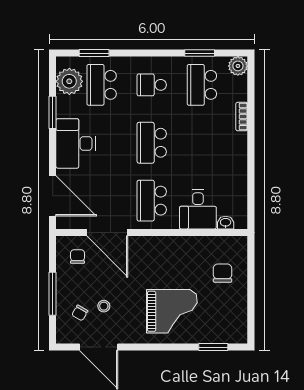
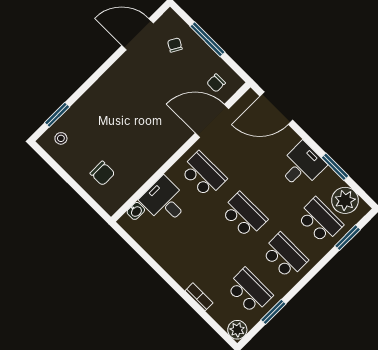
school desk: (152, 85) -> (285, 256), width x1.85
desk: (75, 143) -> (302, 166), width x0.73
chair: (78, 257) -> (216, 83), turned 90
stool: (104, 306) -> (61, 138), moved
grand piano: (172, 311) -> (111, 111), removed

